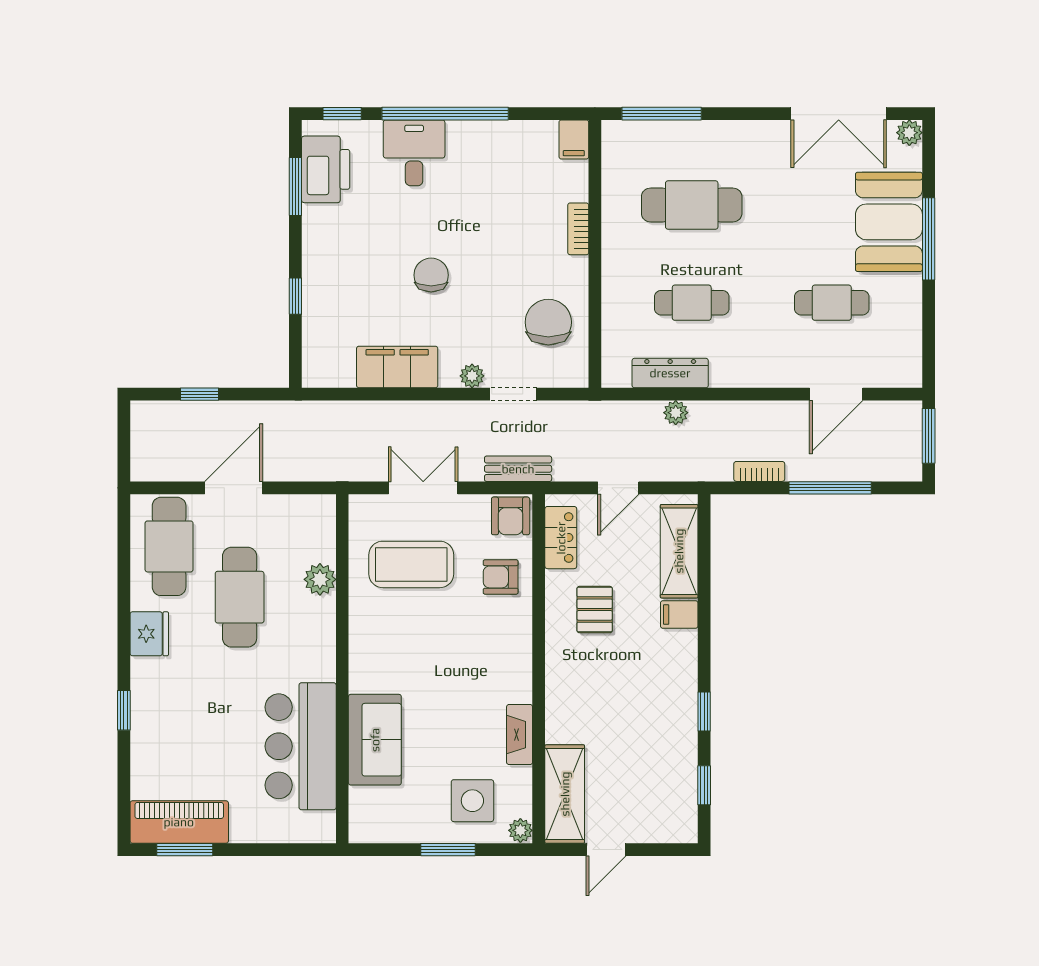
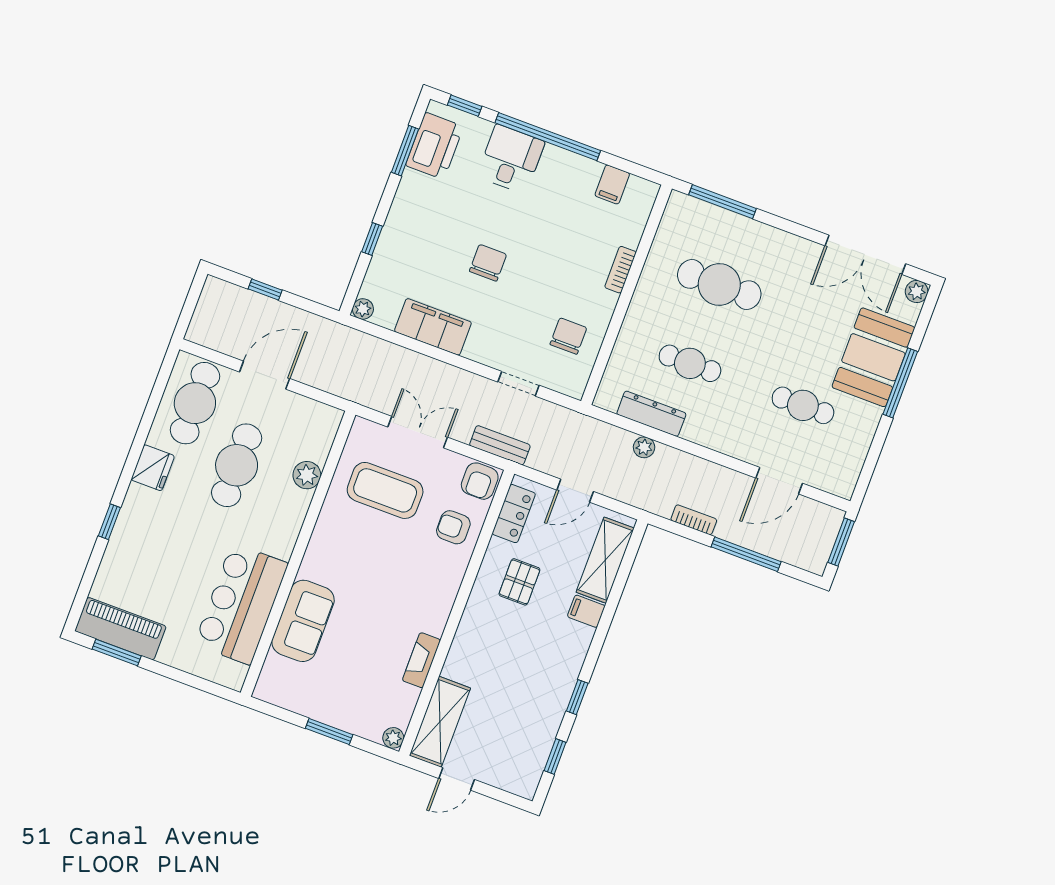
filing cabinet: (574, 139) -> (612, 184), moved
chair: (548, 322) -> (568, 336), width x0.73, depth x0.73
plant: (472, 376) -> (363, 309), moved
side table: (472, 801) -> (363, 699), removed

